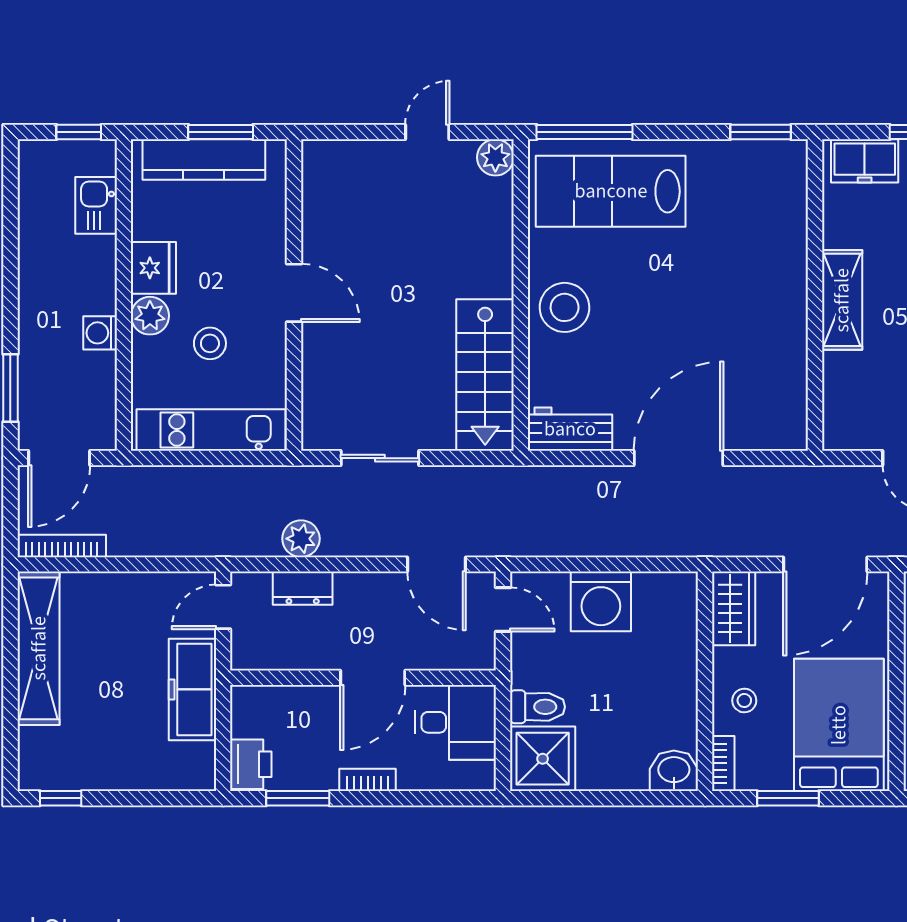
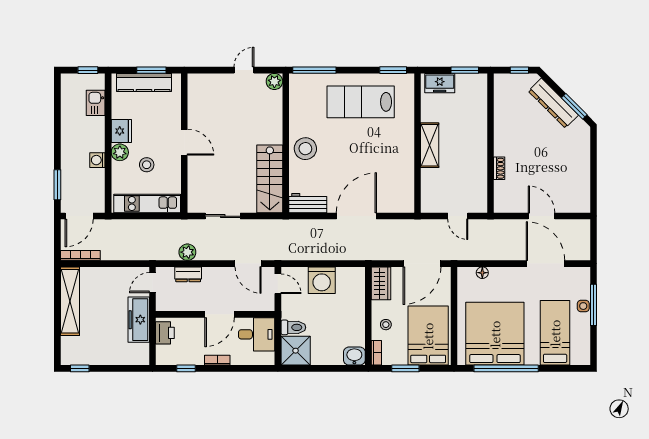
lab bench: (611, 191) -> (361, 102), moved
printer: (251, 764) -> (165, 333), moved
window: (298, 798) -> (186, 368), width x0.67

